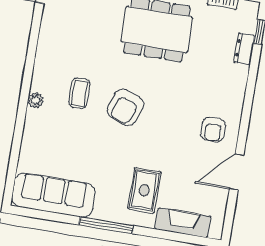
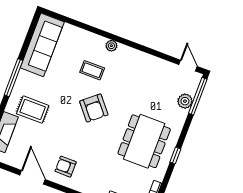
coffee table: (79, 93) -> (92, 70), moved
armchair: (125, 107) -> (94, 108), turned -150

